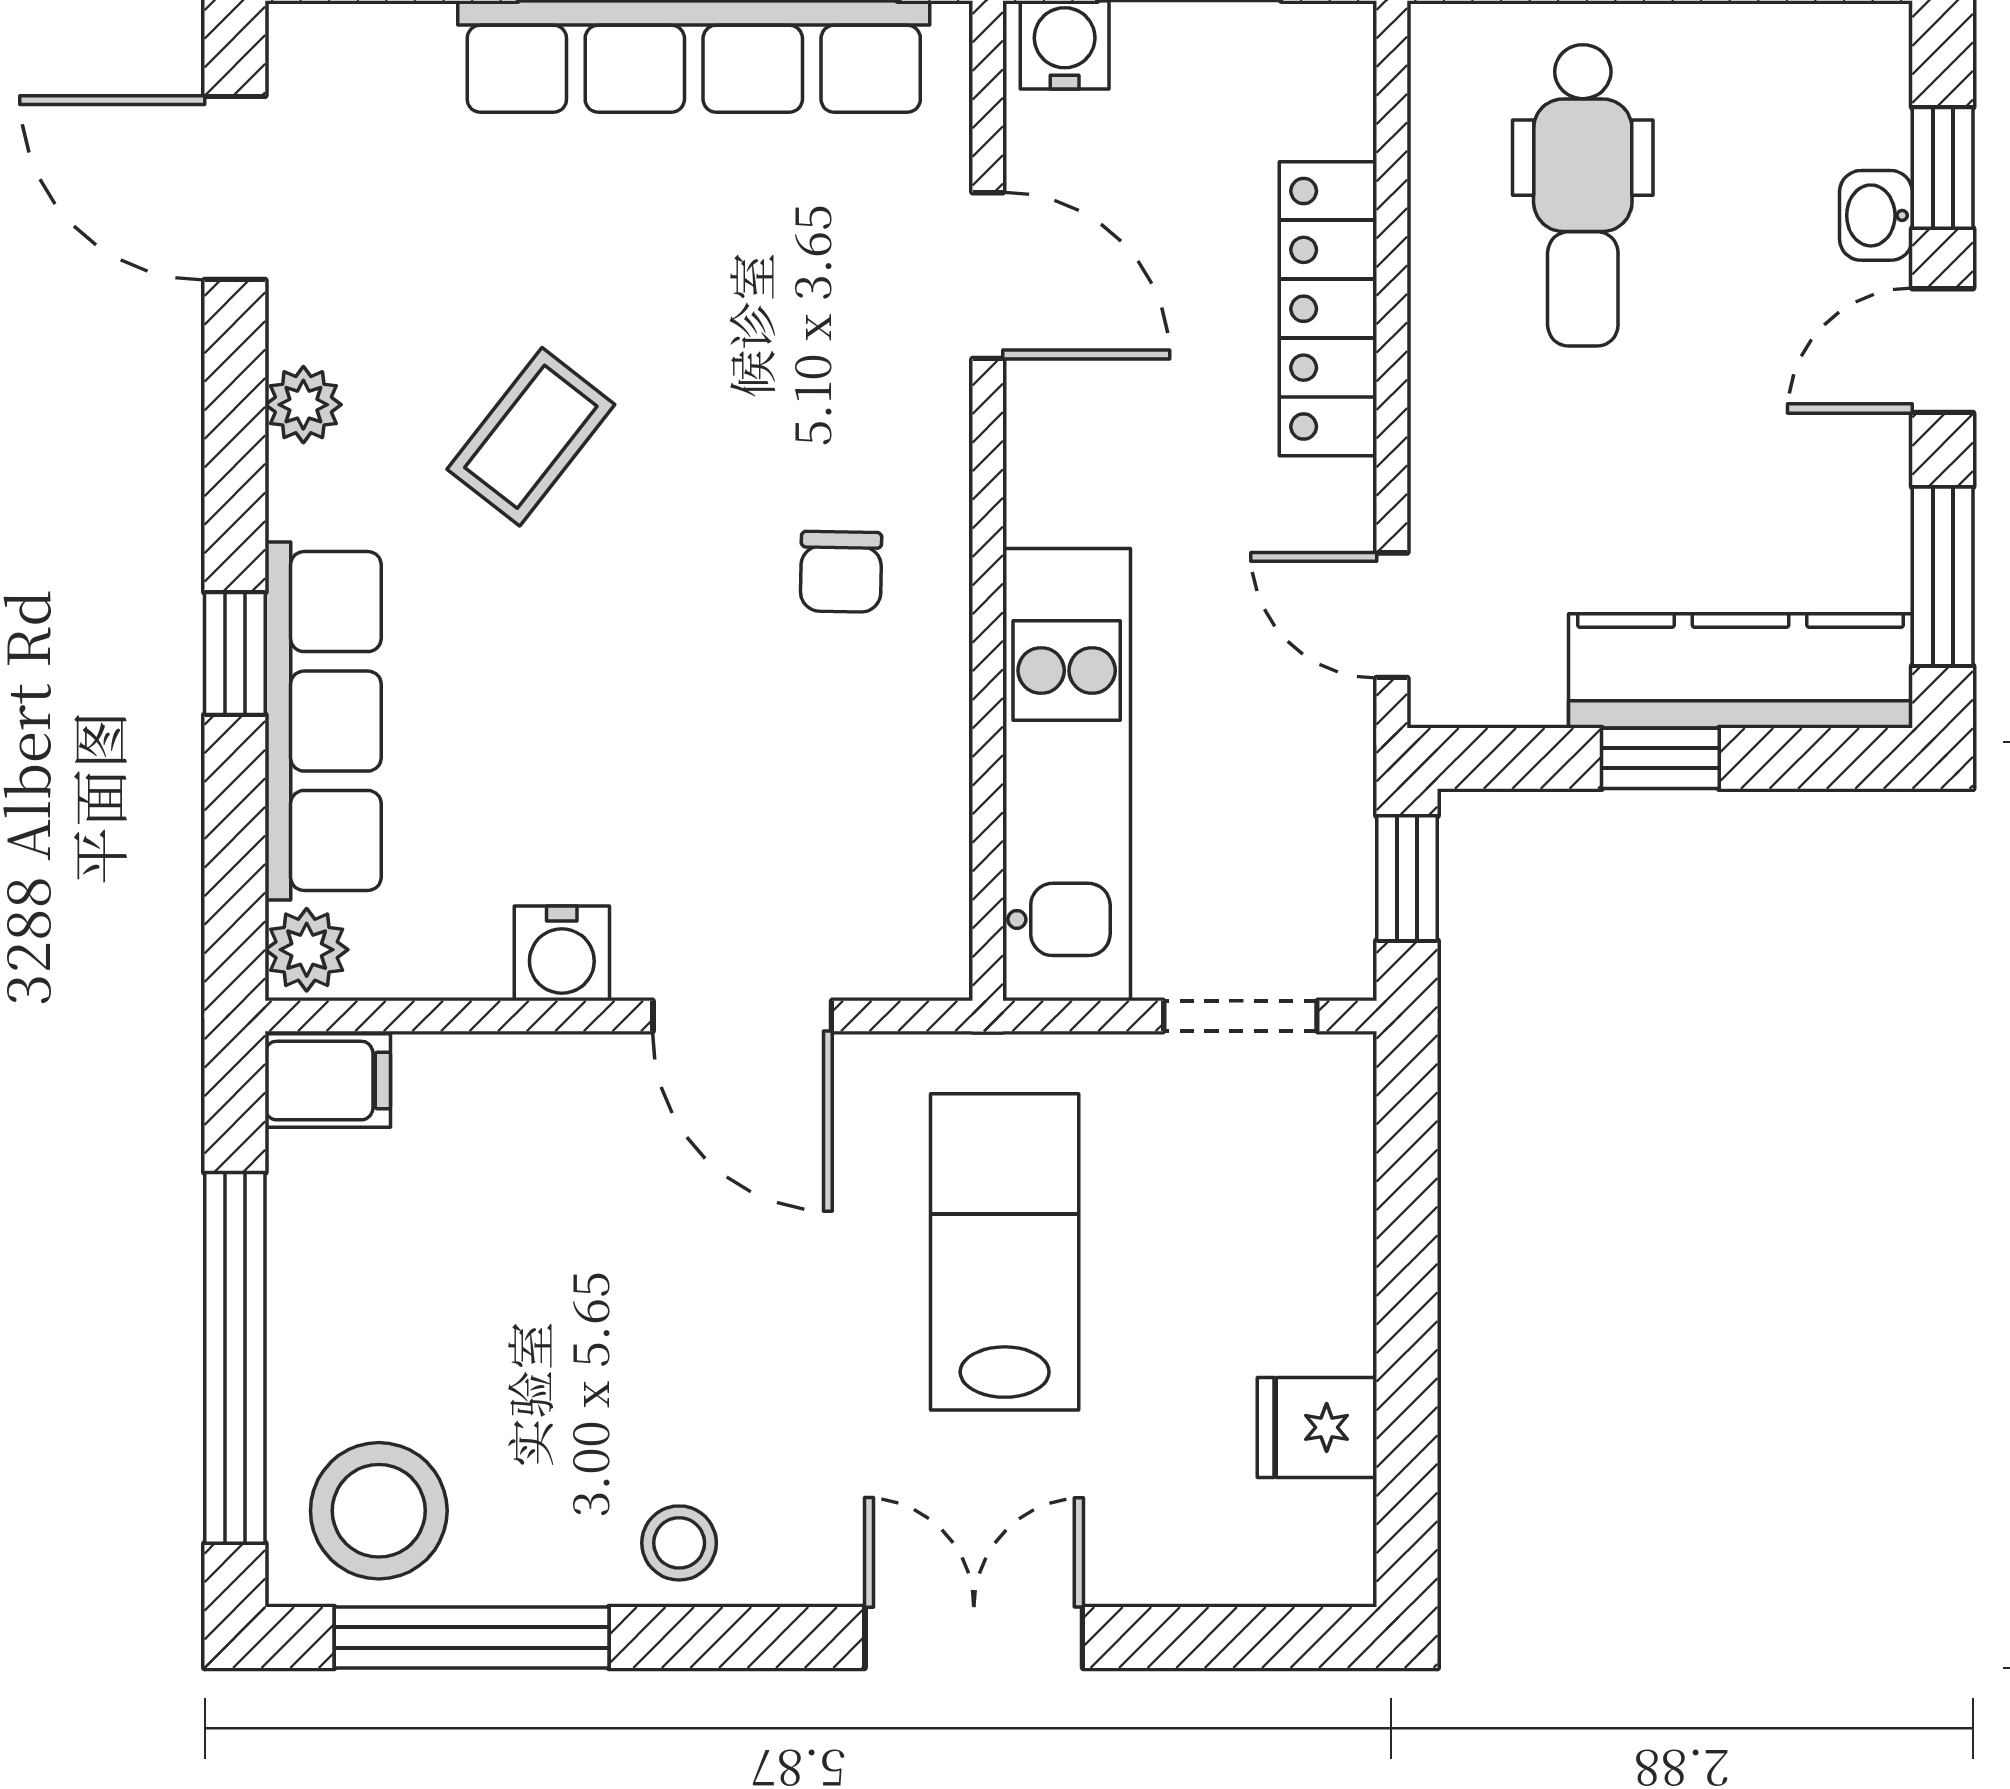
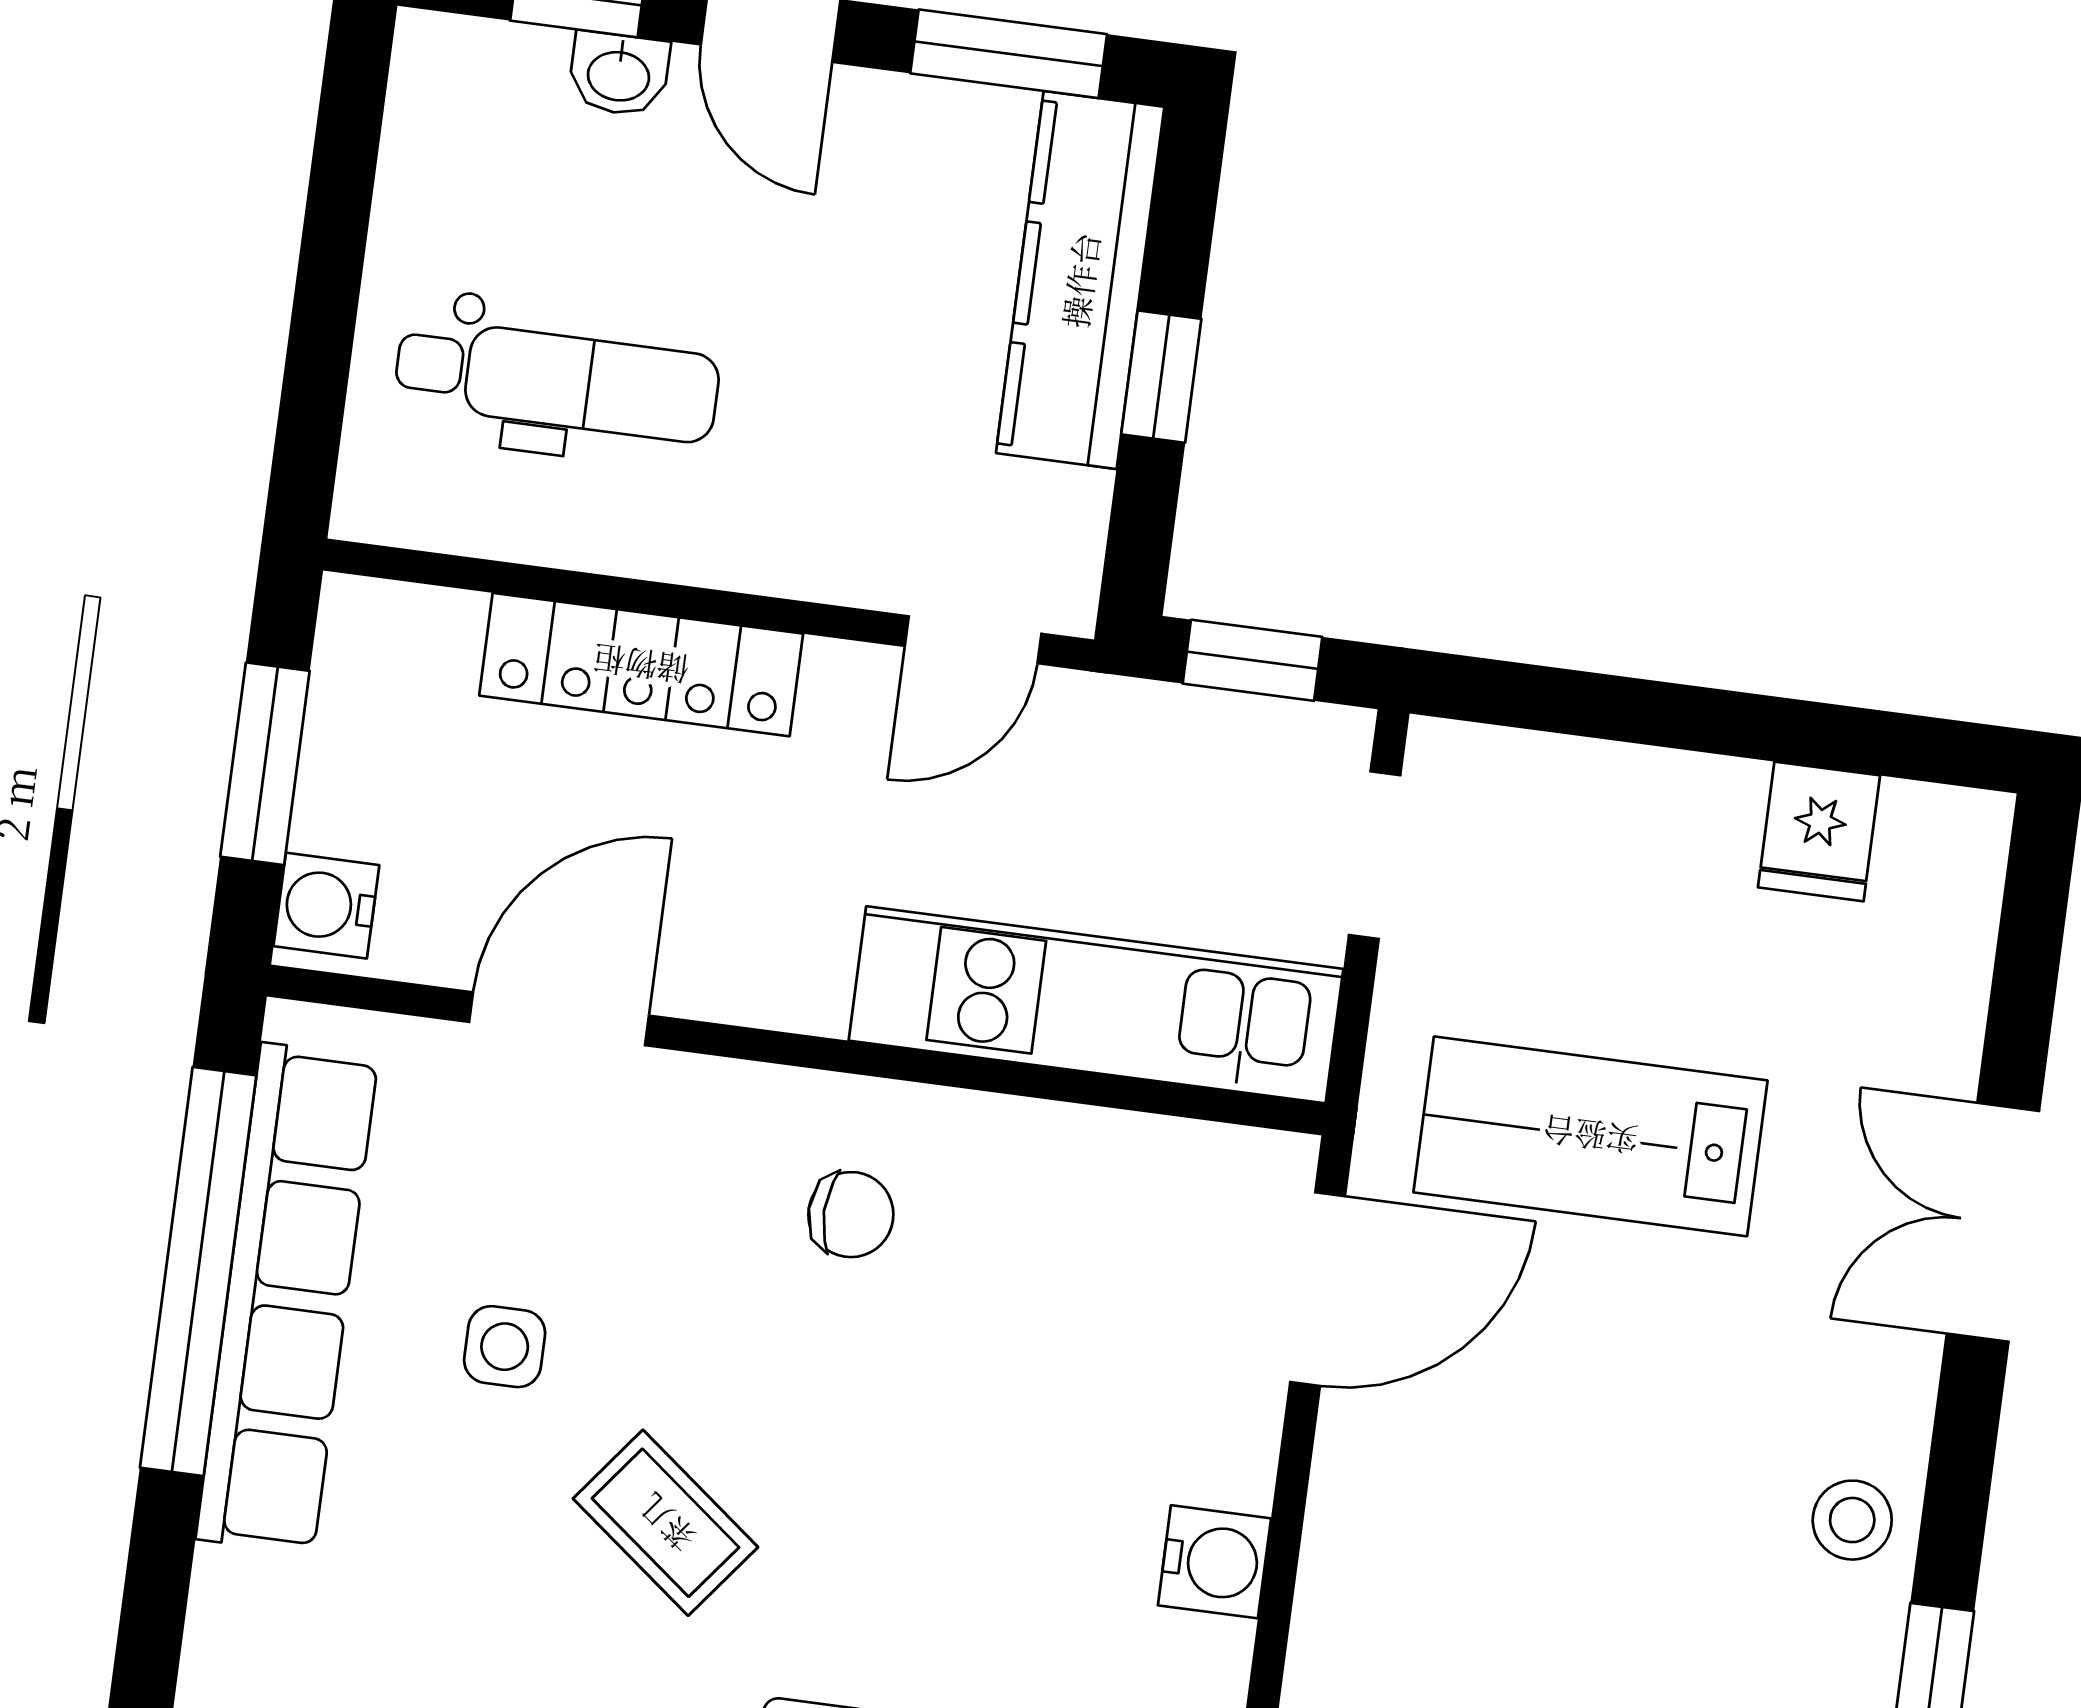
side table: (675, 265) -> (505, 1347), added
door: (742, 1016) -> (1318, 1289), moved

